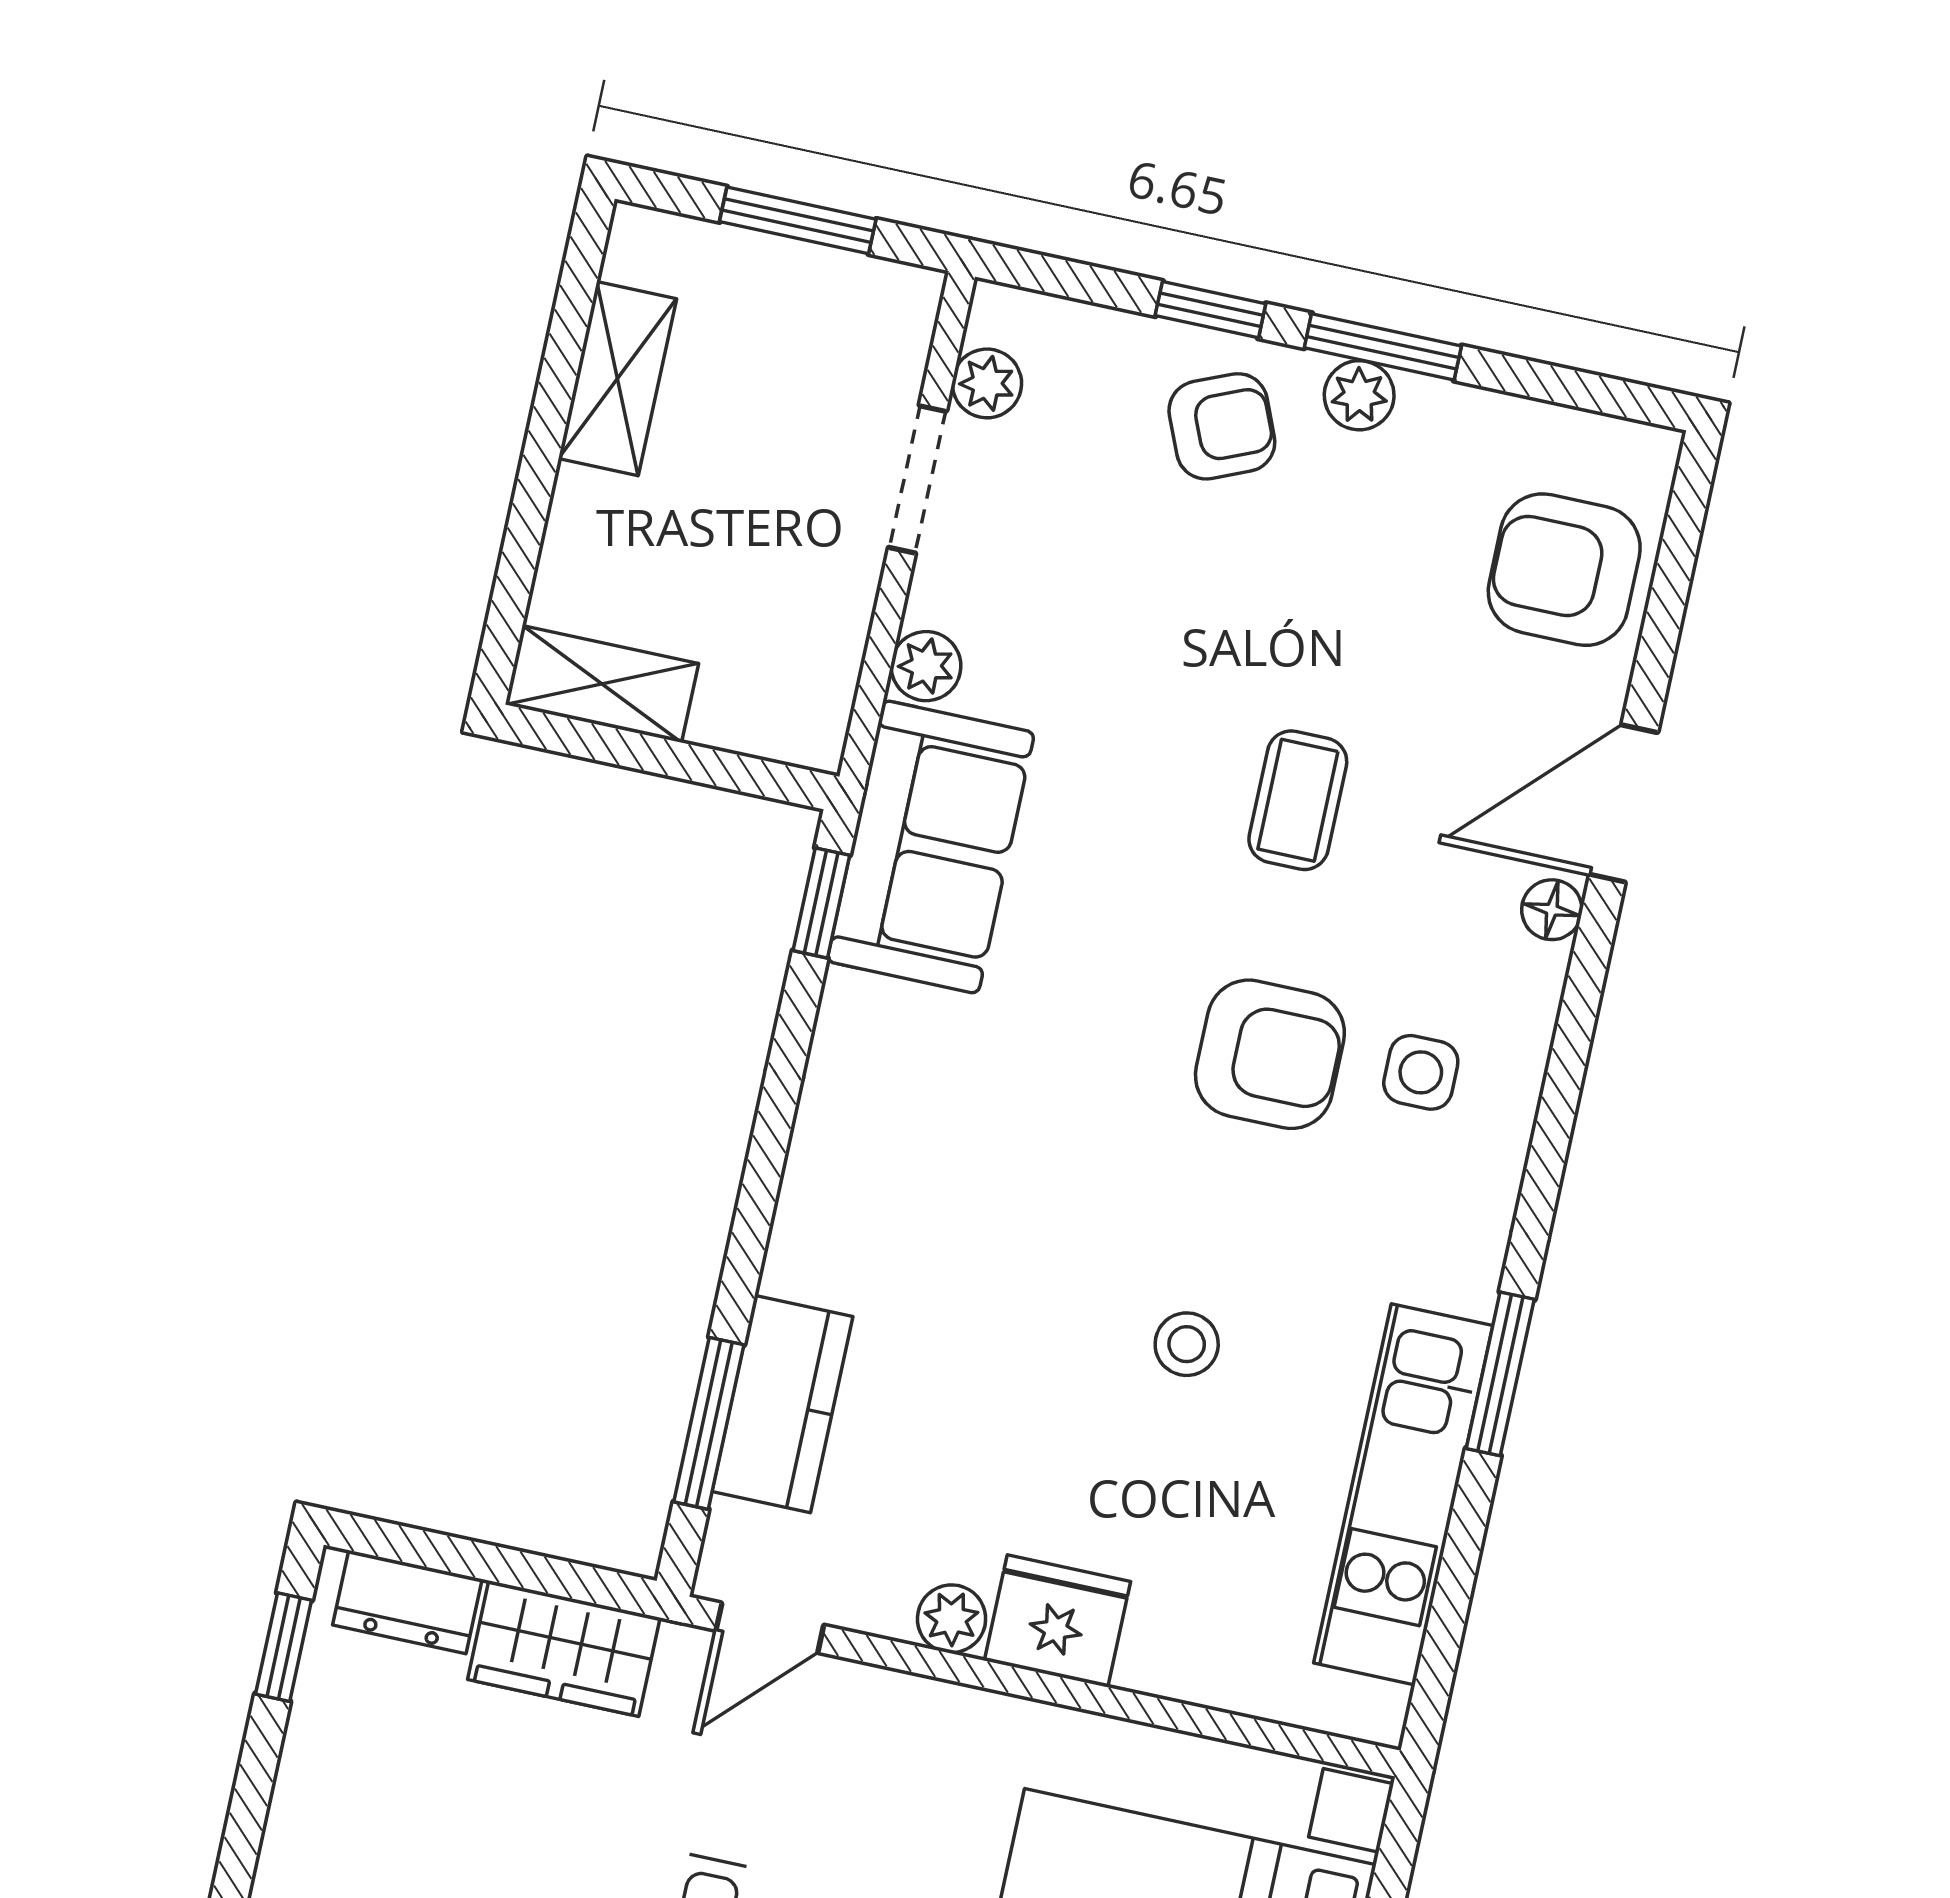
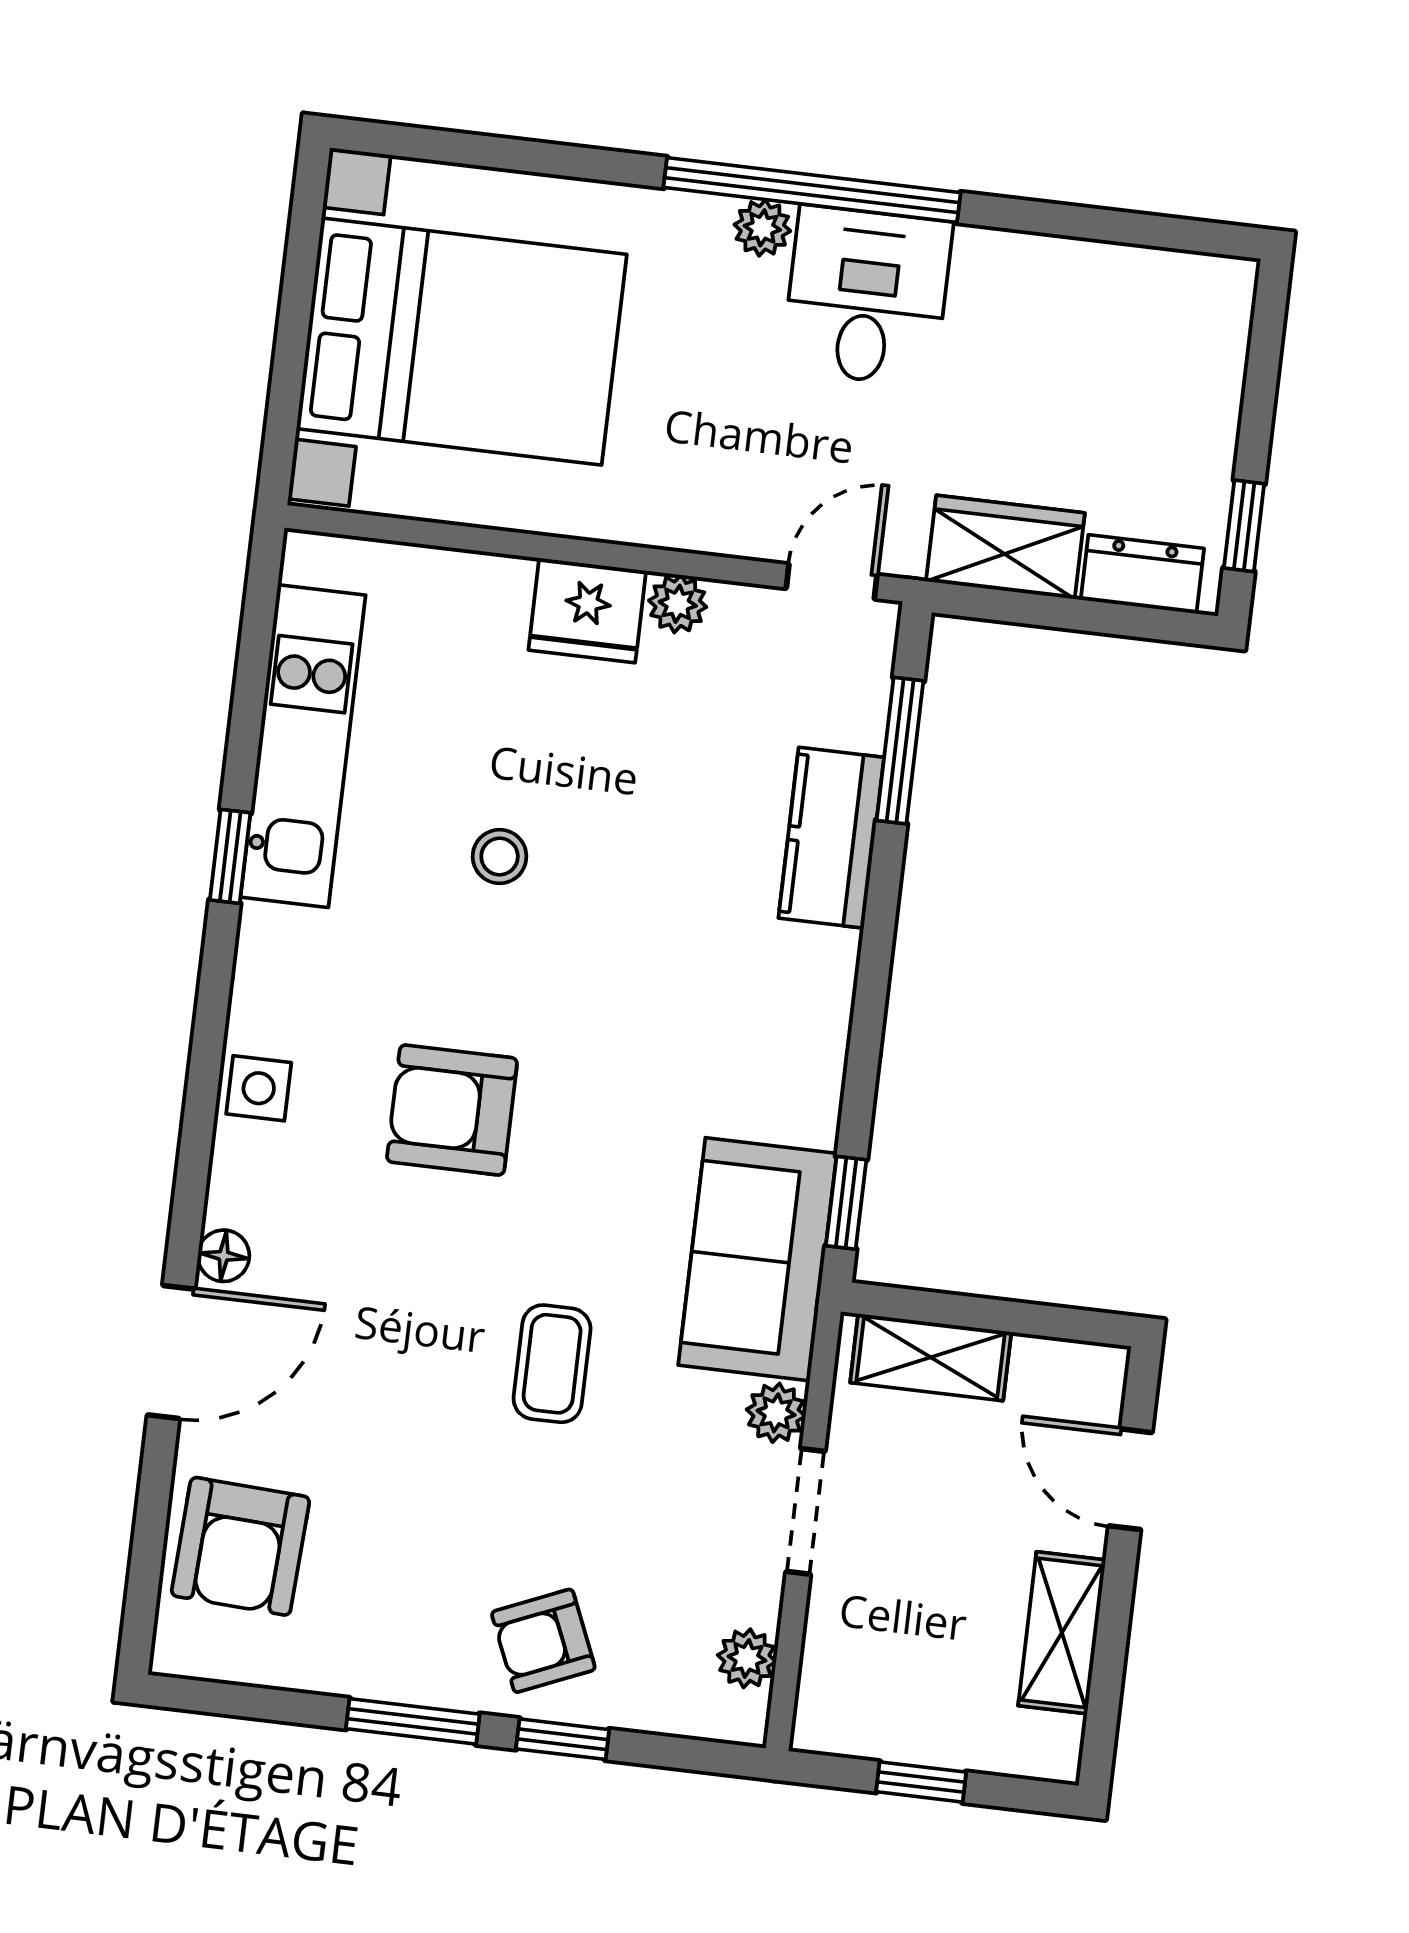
window: (798, 220) -> (921, 1782), width x0.67
plant: (1359, 395) -> (429, 1678), removed
doorway: (917, 479) -> (806, 1511), moved
door: (521, 550) -> (1130, 1479), added
armchair: (1564, 570) -> (240, 1546), turned 93
shelving: (602, 684) -> (931, 1357), moved
coffee table: (1298, 800) -> (552, 1364), moved
side table: (1421, 1072) -> (259, 1088), moved
window: (1500, 1374) -> (230, 856), width x0.67
kitchen counter: (782, 1404) -> (831, 838), moved

